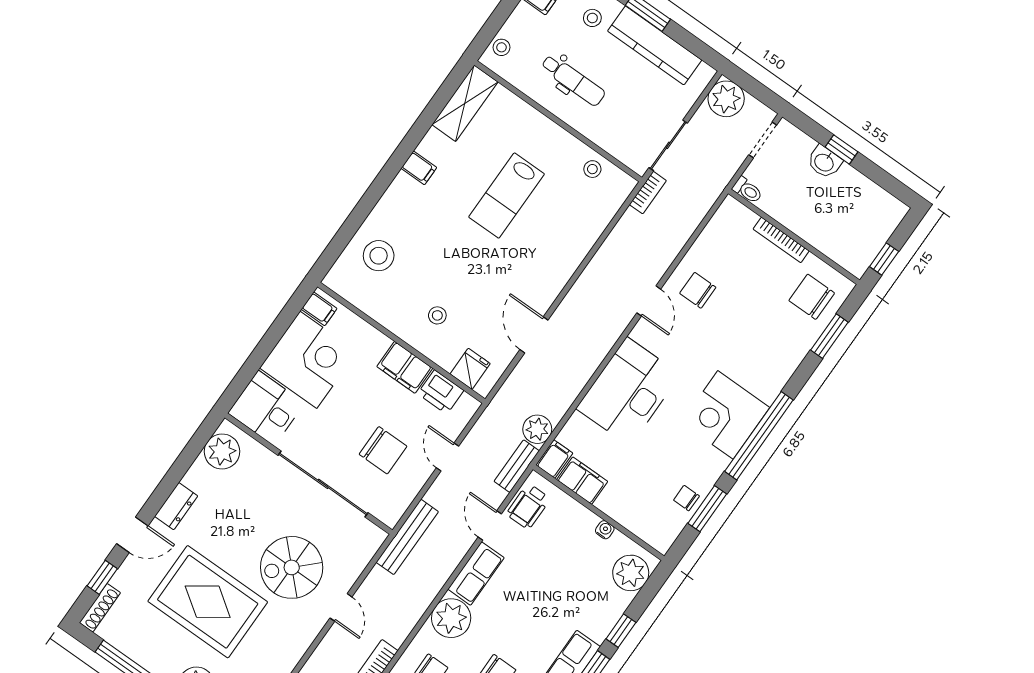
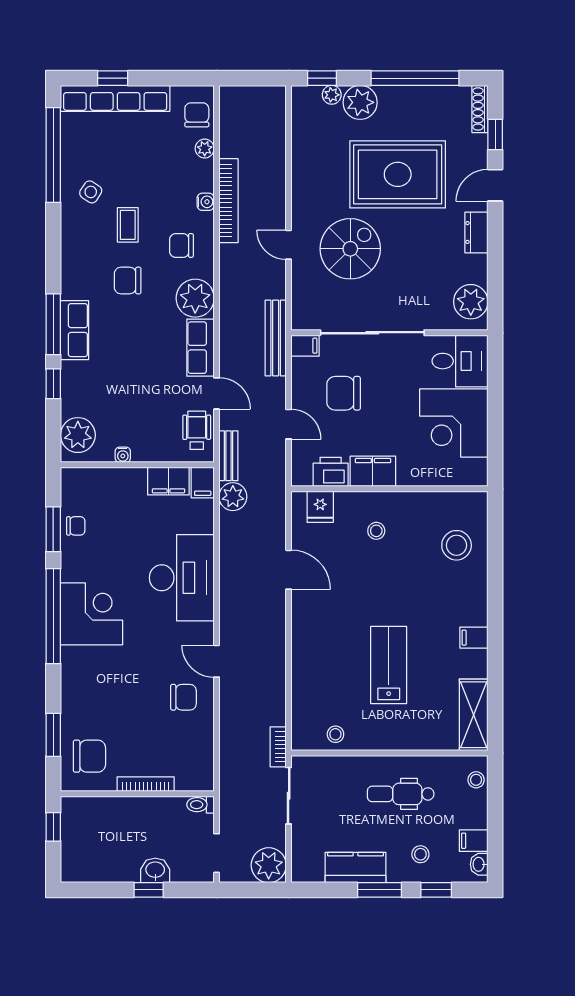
kitchen counter: (655, 45) -> (355, 868), width x0.67
filing cabinet: (319, 309) -> (305, 346), moved, turned 180

